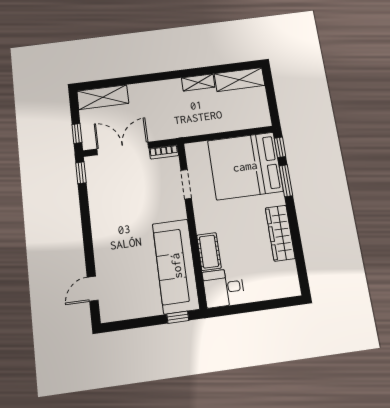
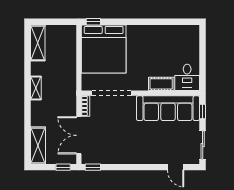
shelving: (198, 82) -> (36, 88), moved
window: (286, 181) -> (118, 22), removed
doorway: (186, 184) -> (111, 93), width x1.88
wardrobe: (280, 233) -> (155, 32), removed
sliding door: (129, 324) -> (203, 145), added

